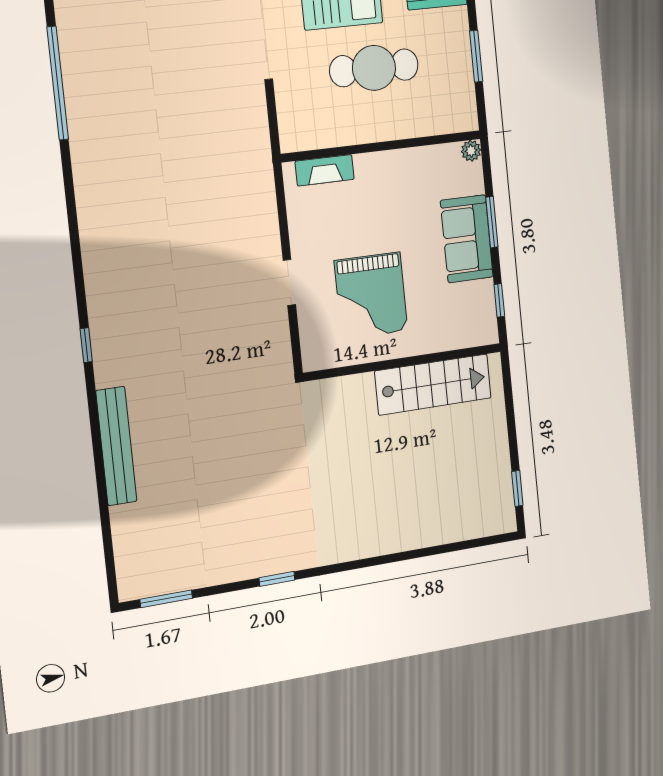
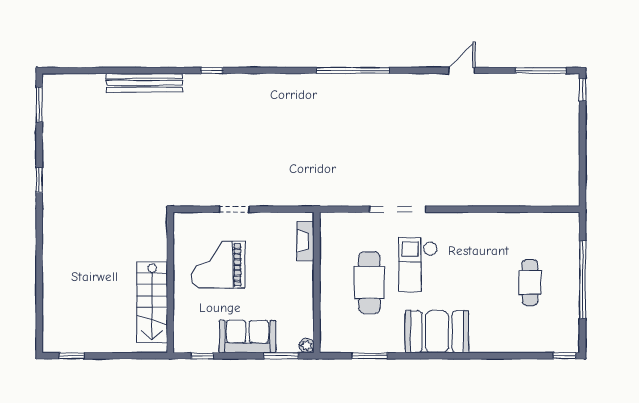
window: (58, 83) -> (353, 71), moved
window: (492, 222) -> (281, 356), moved

